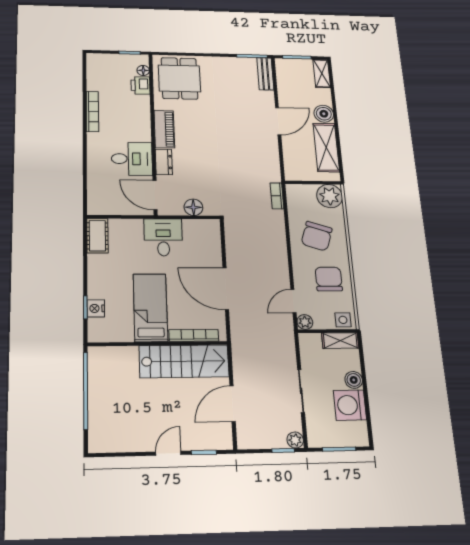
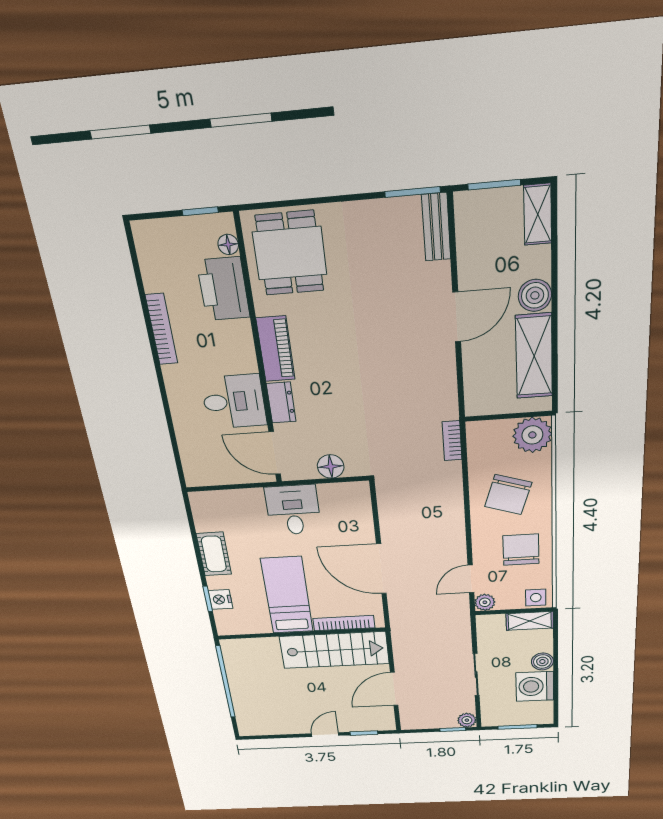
printer: (141, 85) -> (223, 289), width x1.87, depth x1.48
cot: (97, 236) -> (214, 554), moved

